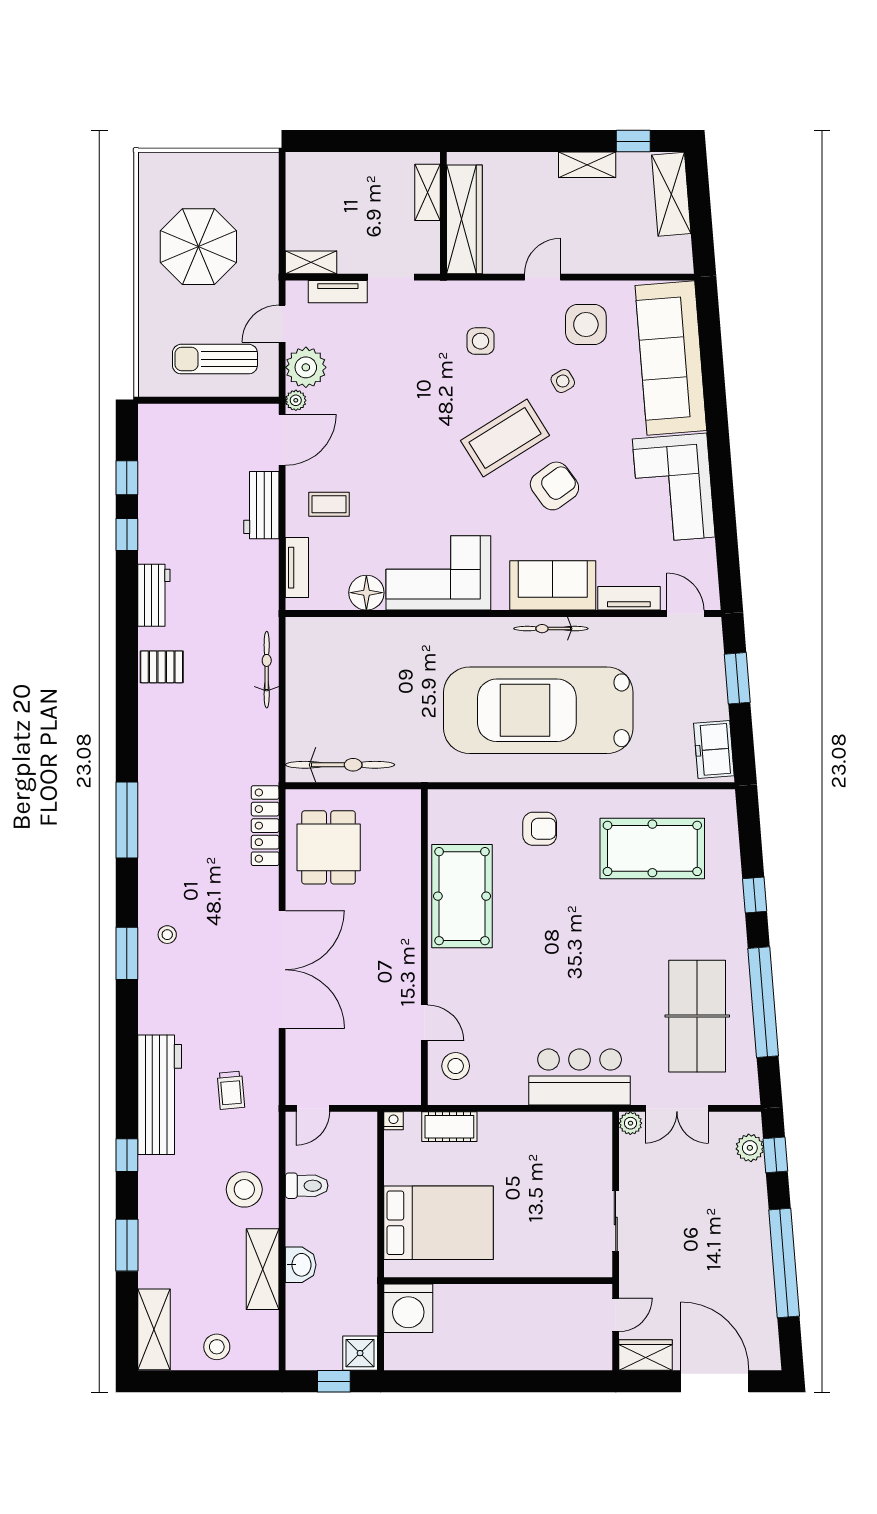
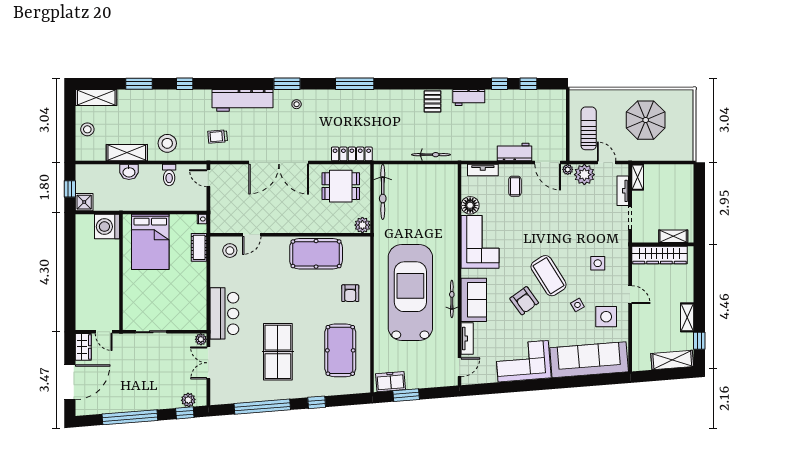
window: (737, 678) -> (406, 395), moved
plant: (405, 805) -> (362, 225), added
table tennis table: (697, 1016) -> (278, 352), moved, turned 90
workbench: (160, 1095) -> (242, 100), moved

